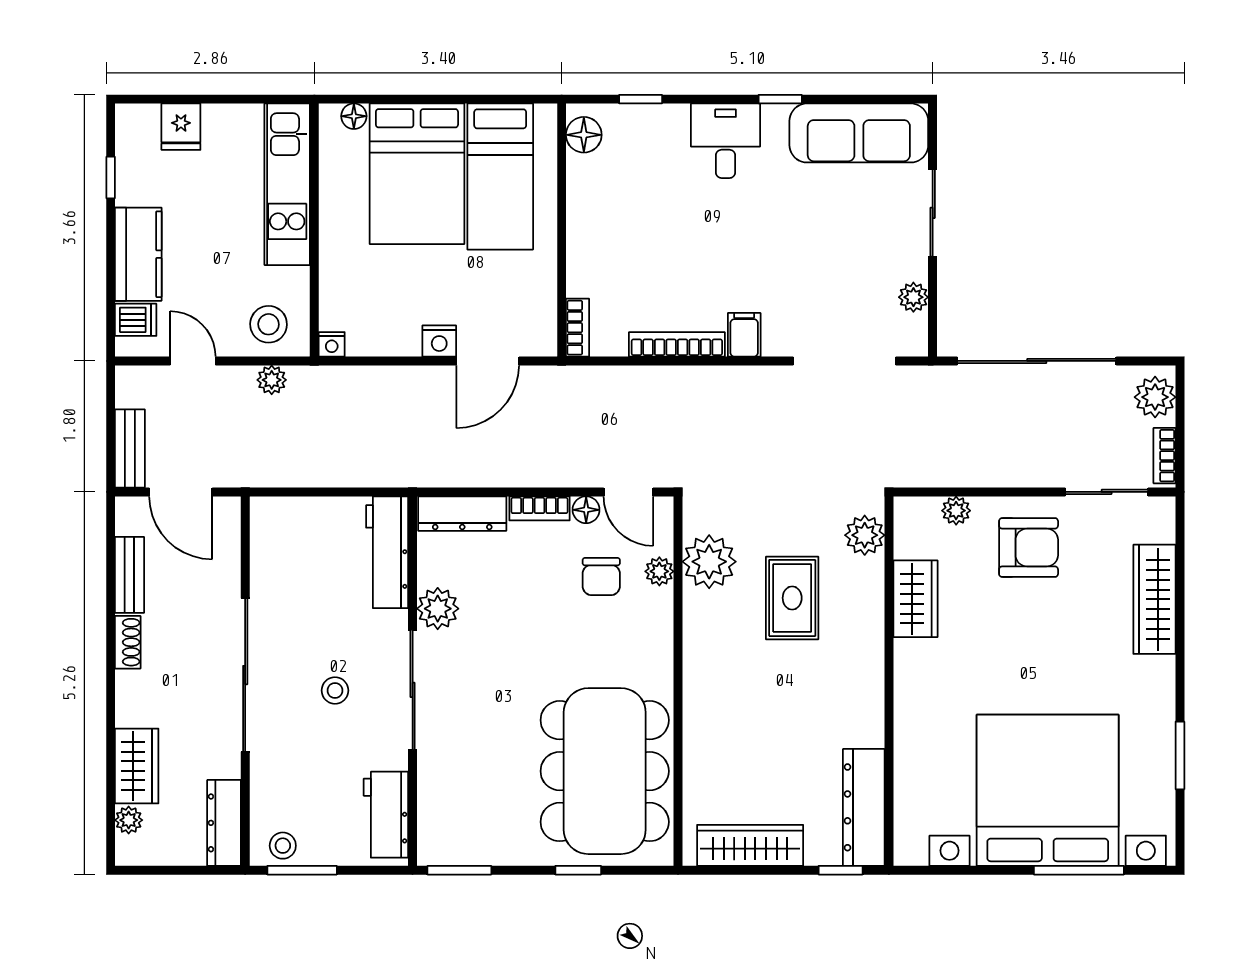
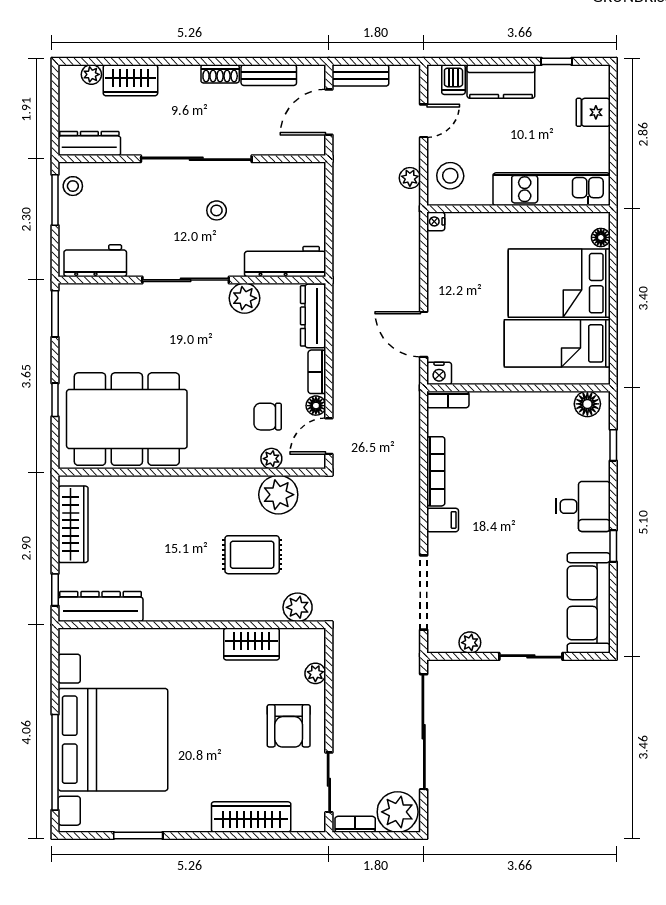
nightstand: (439, 341) -> (439, 373), moved, turned -90
plant: (1155, 397) -> (398, 812), width x1.36, depth x1.36
stool: (335, 690) -> (217, 210), moved
window: (1079, 870) -> (55, 762), width x1.46

